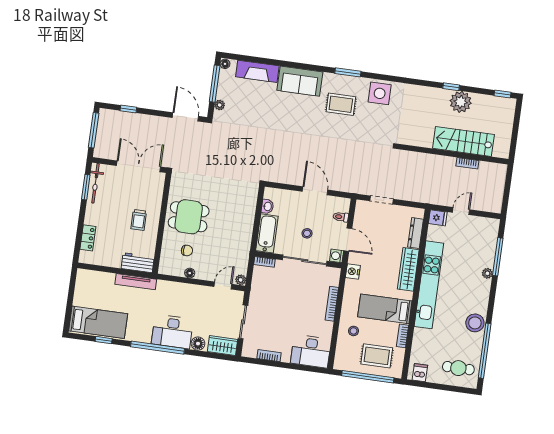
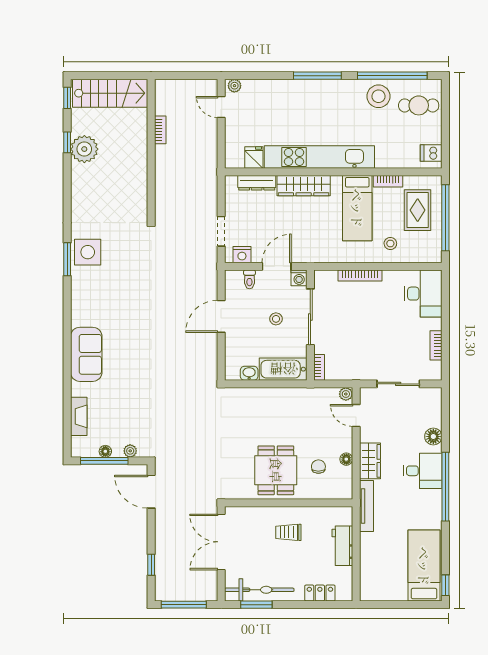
floor lamp: (225, 64) -> (105, 451), moved
fireplace: (257, 71) -> (79, 416), width x0.73, depth x0.76
window: (348, 72) -> (67, 259), moved
window: (451, 87) -> (67, 142), moved
rug: (341, 104) -> (108, 299), removed
door: (185, 117) -> (151, 492), hinge flipped
stairs: (463, 141) -> (110, 93), moved, turned -90
bicycle: (95, 183) -> (259, 590), width x1.37, depth x1.40
door: (461, 211) -> (221, 107), moved
fridge: (438, 218) -> (254, 158), moved
trolley: (139, 220) -> (288, 532), turned 180
window: (498, 257) -> (317, 76), moved
workbench: (138, 263) -> (342, 546), moved
nightstand: (353, 271) -> (242, 255), moved
plant: (487, 273) -> (234, 86), moved
tv unit: (136, 282) -> (366, 506), moved
stool: (475, 323) -> (378, 96), moved
desk: (172, 332) -> (423, 471), width x0.73
window: (104, 340) -> (445, 585), moved
wardrobe: (223, 346) -> (370, 461), moved, turned 180
cafe table: (458, 368) -> (419, 105), turned 90

